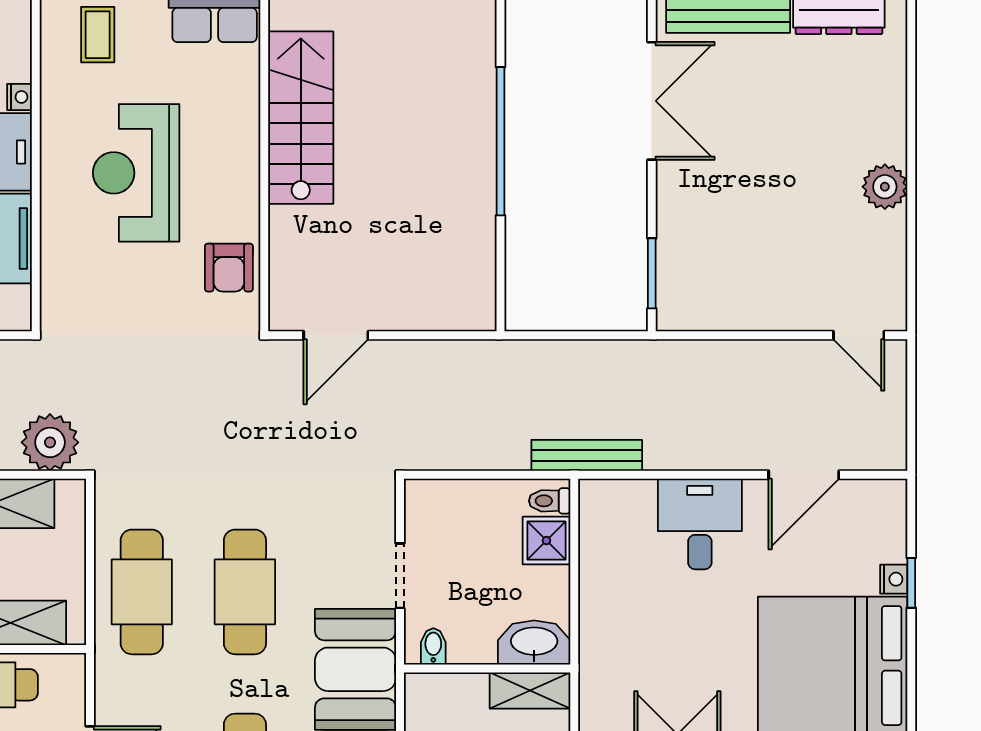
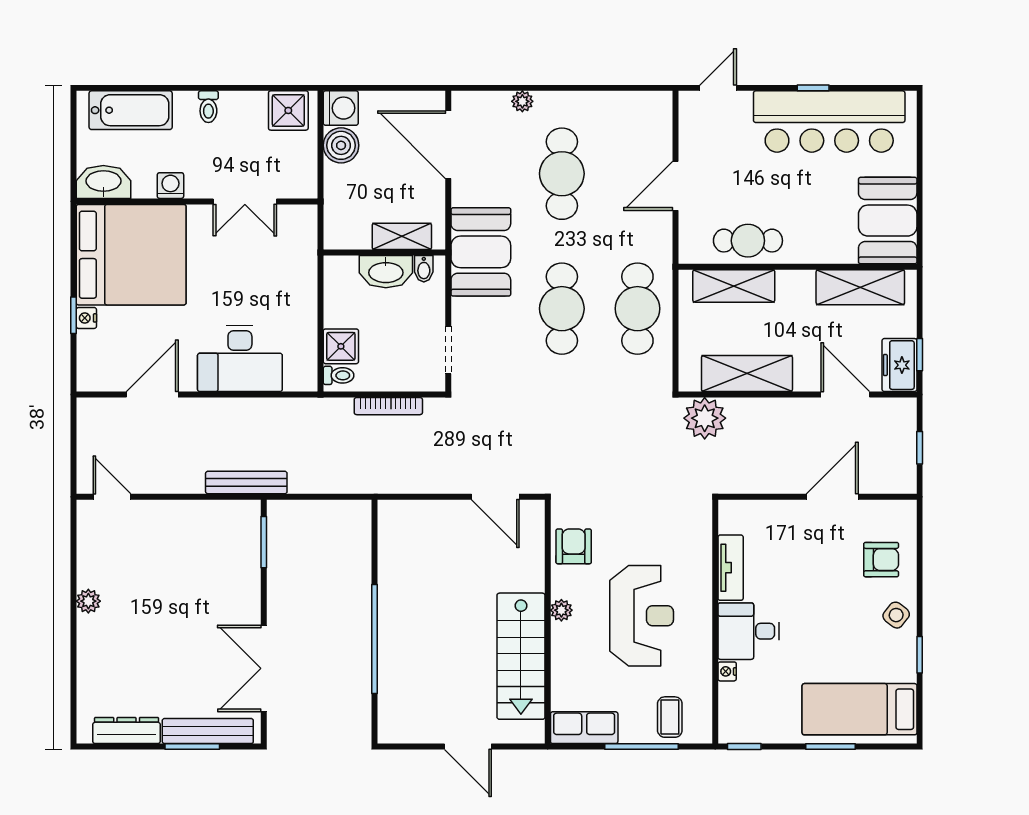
plant: (246, 180) -> (561, 610), added
plant: (885, 187) -> (88, 601), width x0.73, depth x0.73
door: (336, 335) -> (495, 497), swing flipped
bench: (587, 455) -> (246, 483), moved
bookcase: (482, 459) -> (388, 406), added
desk: (700, 524) -> (240, 358), width x1.37
doorway: (400, 576) -> (448, 350), moved
washbasin: (534, 642) -> (386, 272), moved
shelving: (530, 691) -> (402, 236), moved

